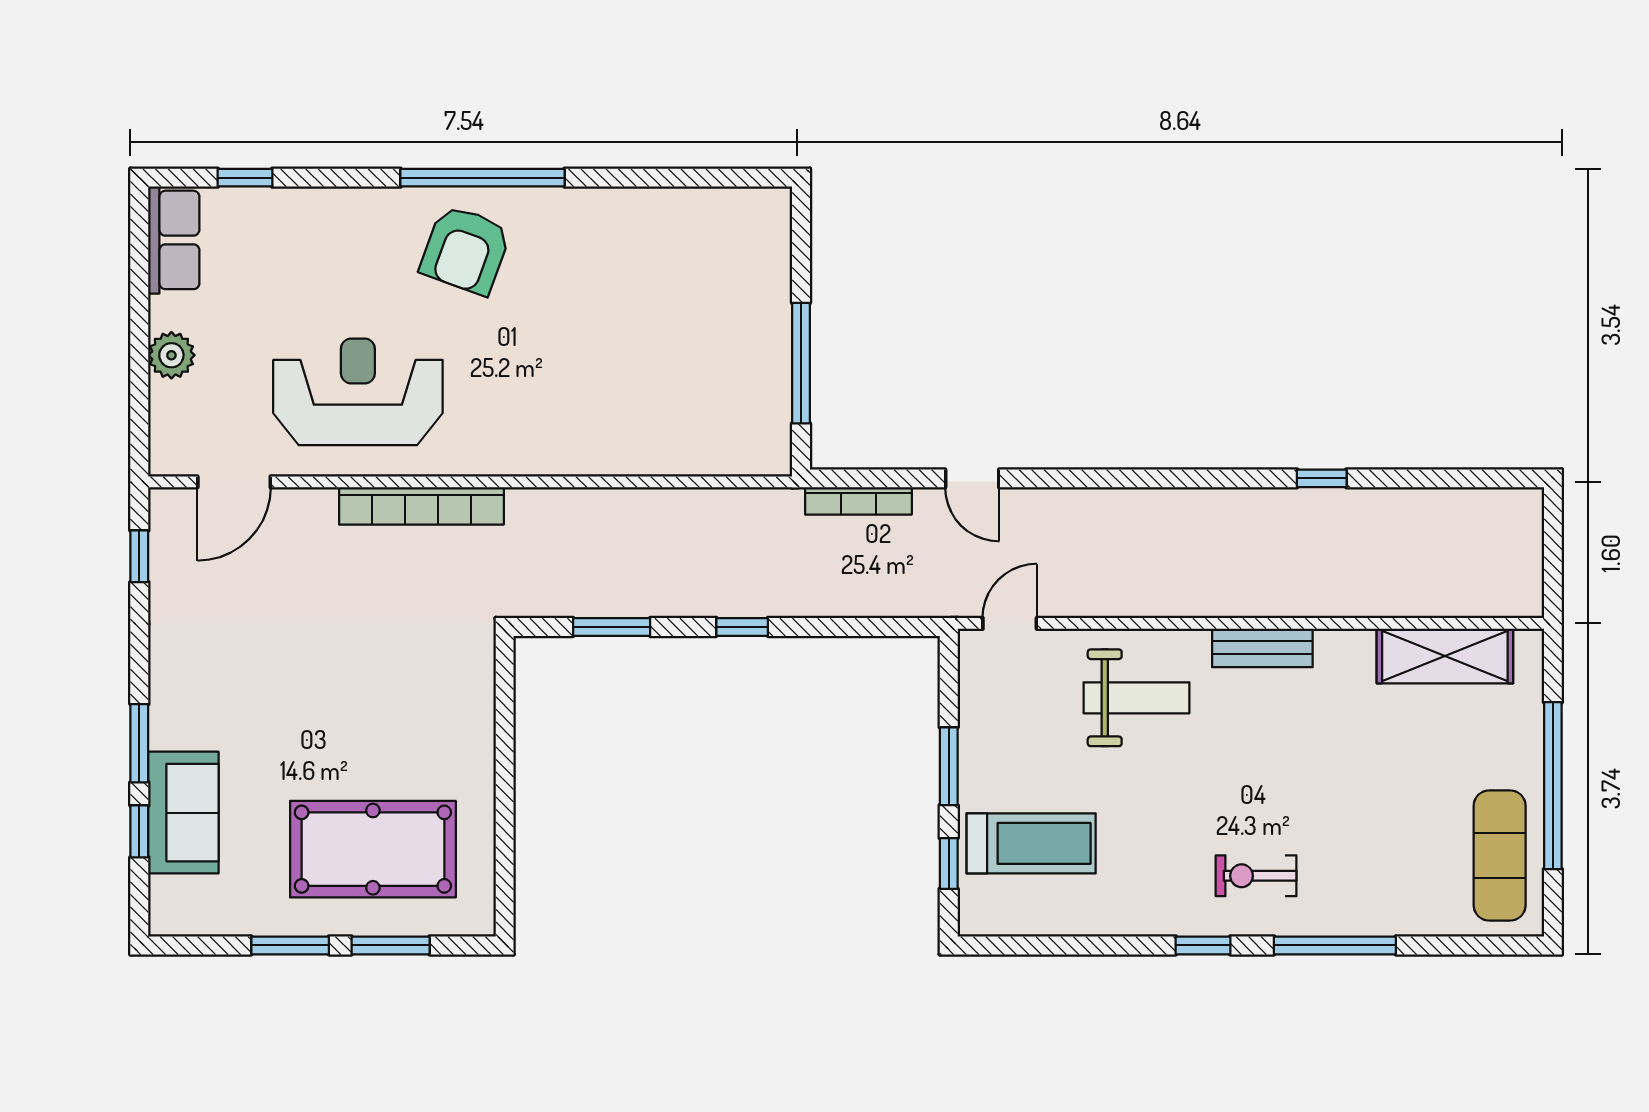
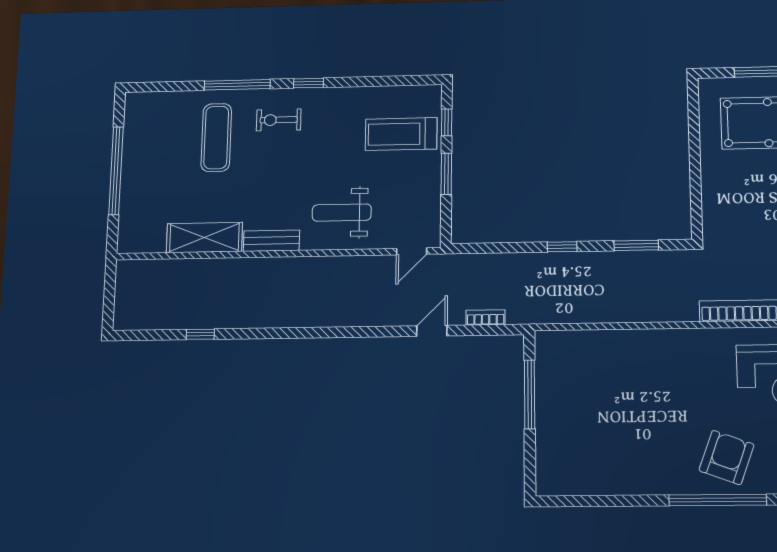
door: (972, 478) -> (432, 331), hinge flipped
window: (1322, 478) -> (200, 334), moved
bookcase: (858, 501) -> (486, 318), width x0.64
shelving: (1445, 656) -> (204, 238), moved
exercise mat: (1500, 855) -> (216, 137), moved
exercise bike: (1256, 876) -> (279, 120), turned 180

